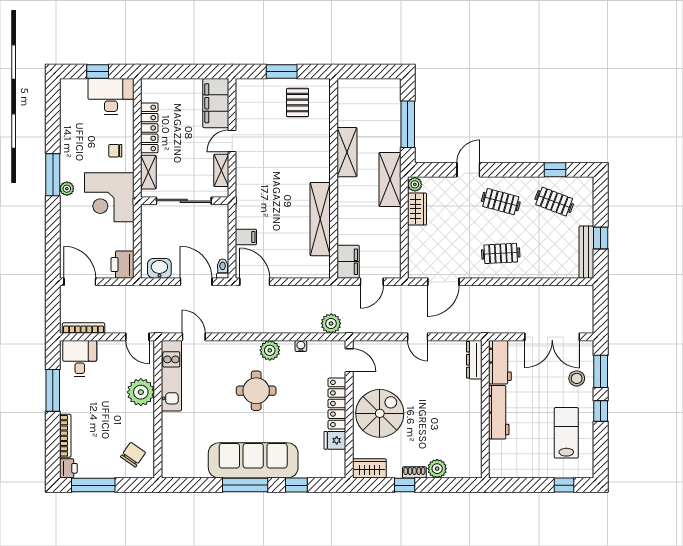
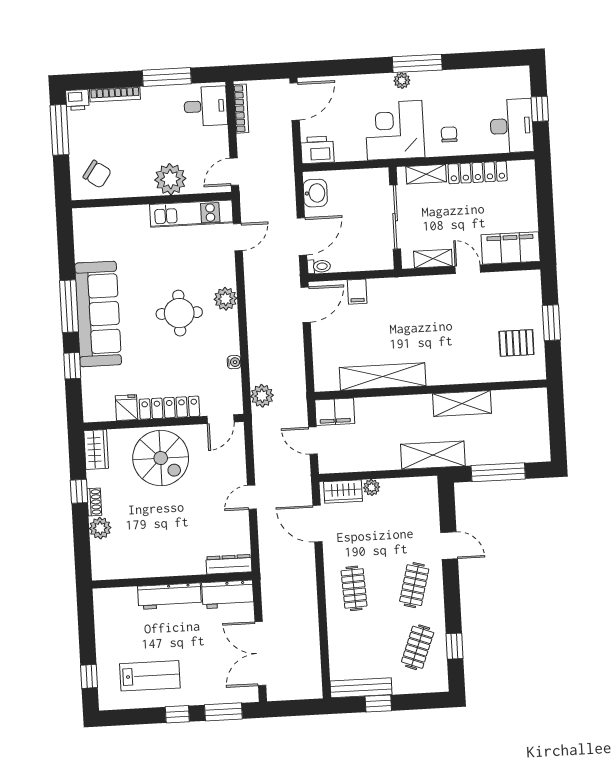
plant: (415, 184) -> (372, 487), moved
wardrobe: (417, 209) -> (343, 492), moved
plant: (270, 350) -> (225, 299), moved
stool: (577, 378) -> (214, 684), removed

